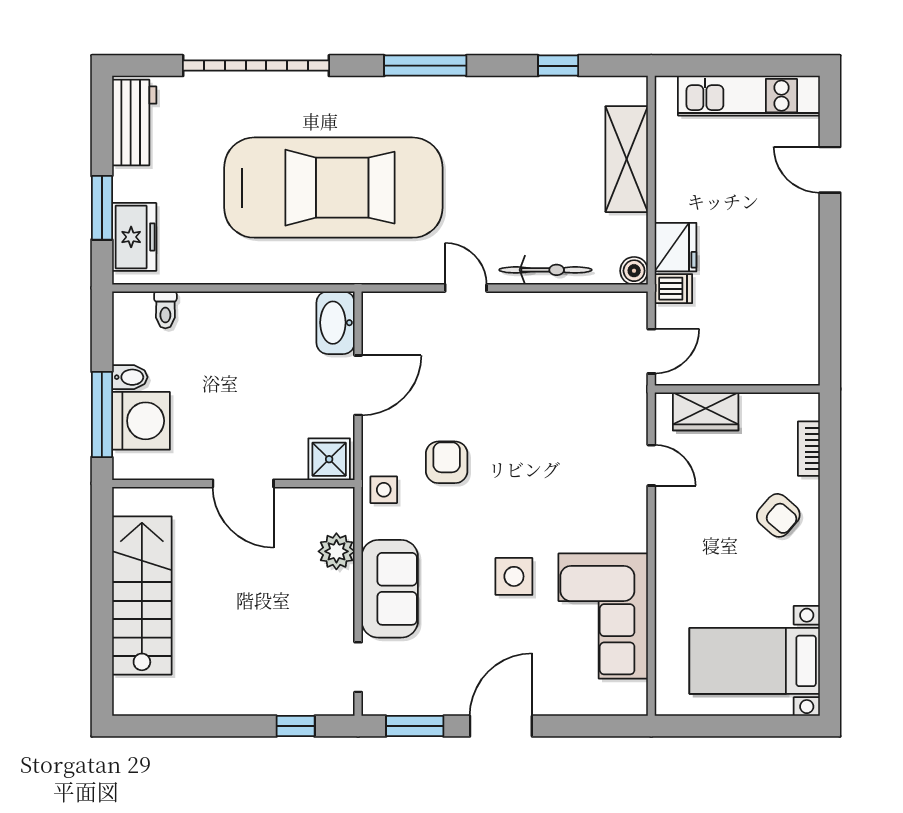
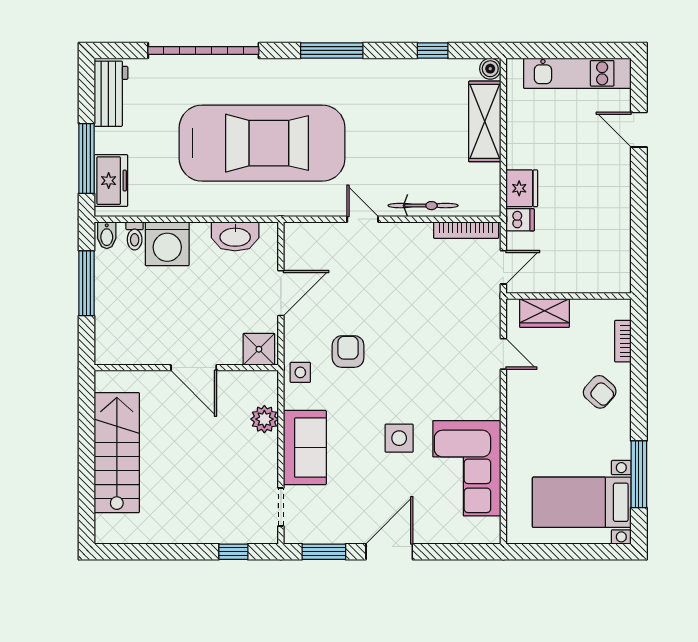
window: (102, 208) -> (86, 158), width x1.44
boiler: (634, 271) -> (490, 69), moved
bookcase: (602, 302) -> (466, 230), added
washbasin: (336, 323) -> (235, 236), moved, turned -90
bidet: (130, 377) -> (107, 235), moved, turned 90
window: (102, 414) -> (86, 283), moved
washing machine: (141, 421) -> (167, 244), moved, turned 90
window: (830, 624) -> (639, 474), added

